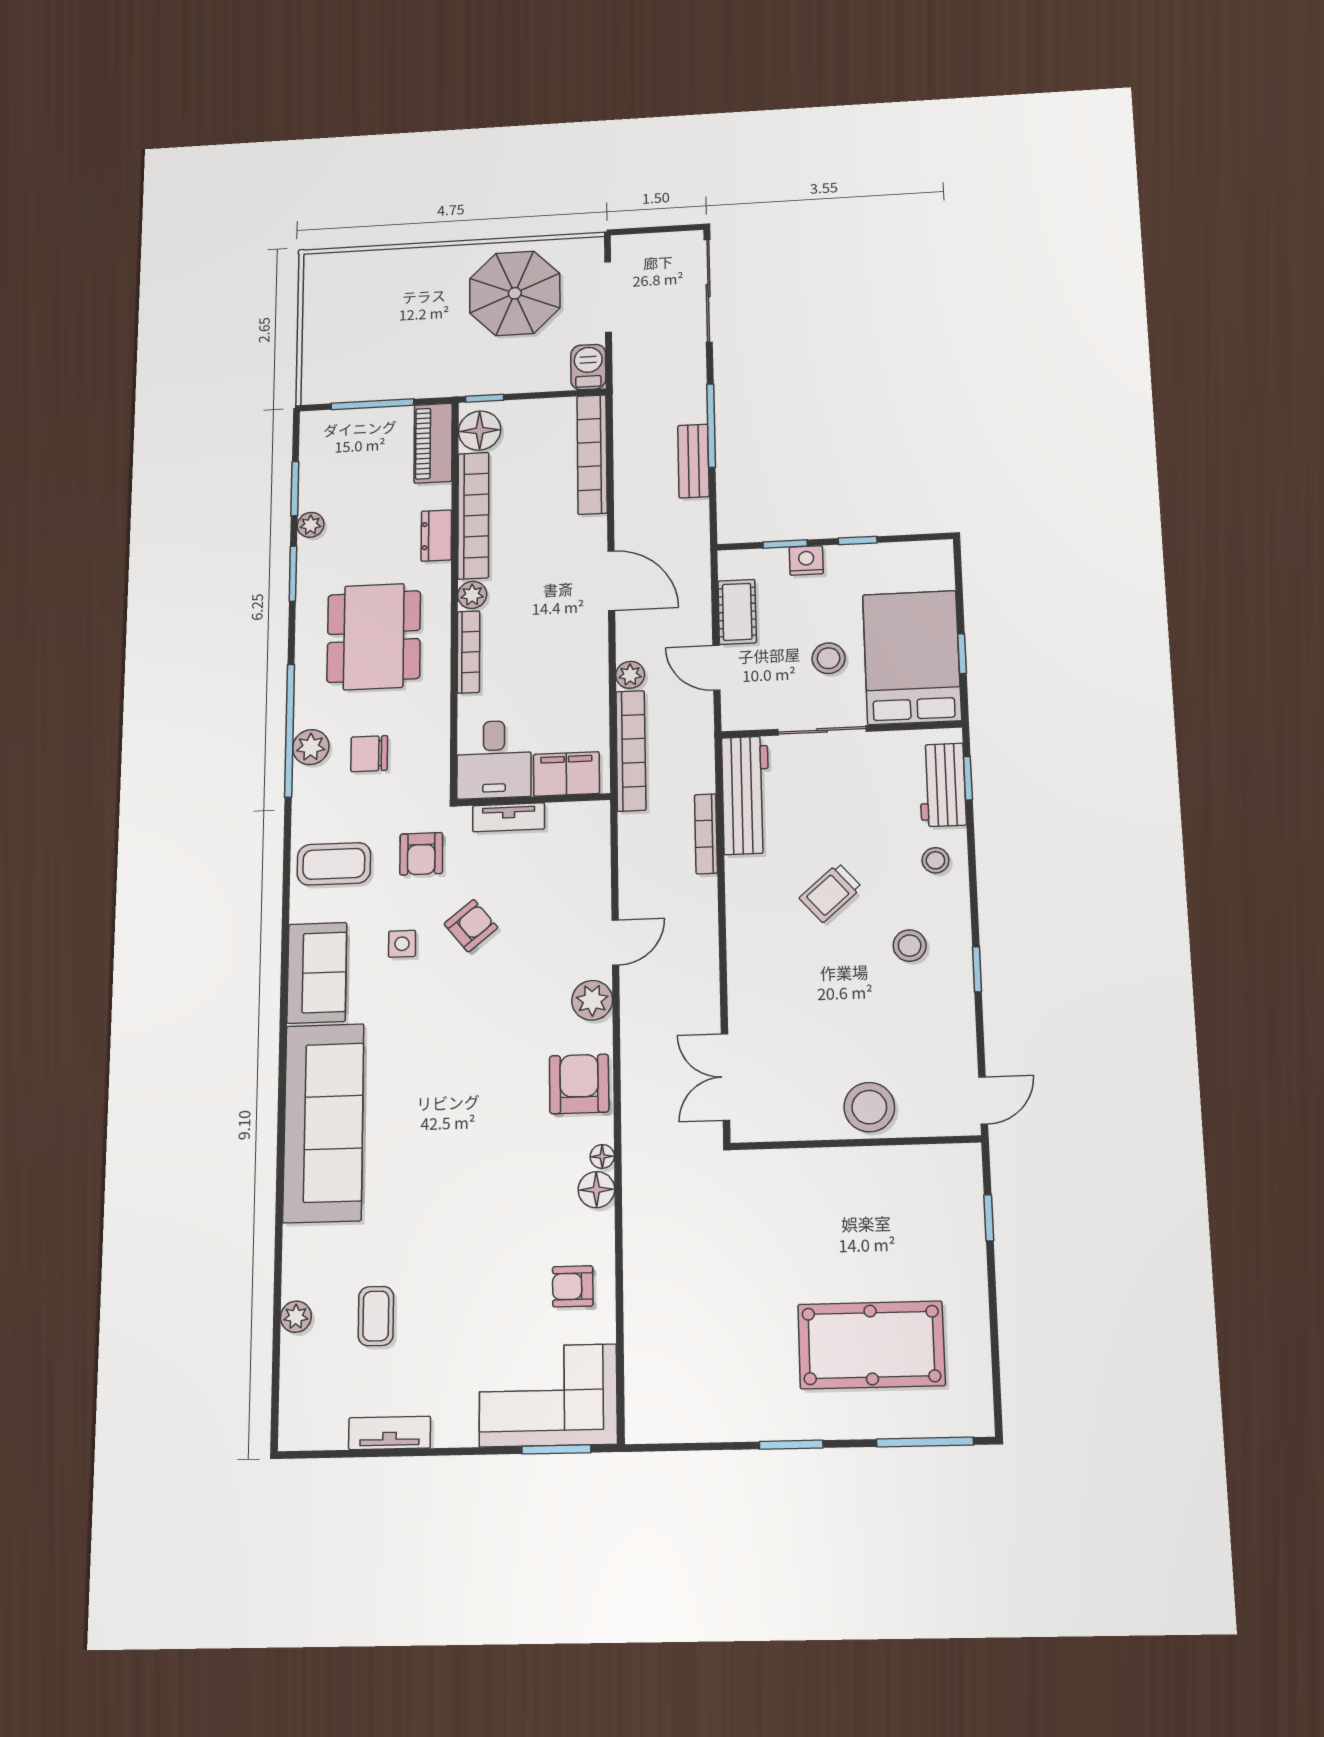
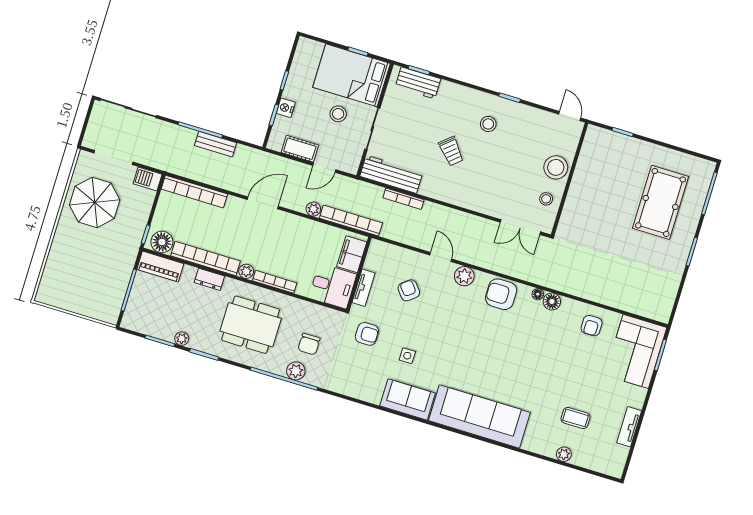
stool: (935, 860) -> (546, 199), moved
coffee table: (334, 864) -> (358, 376), removed
armchair: (471, 926) -> (409, 290), moved

